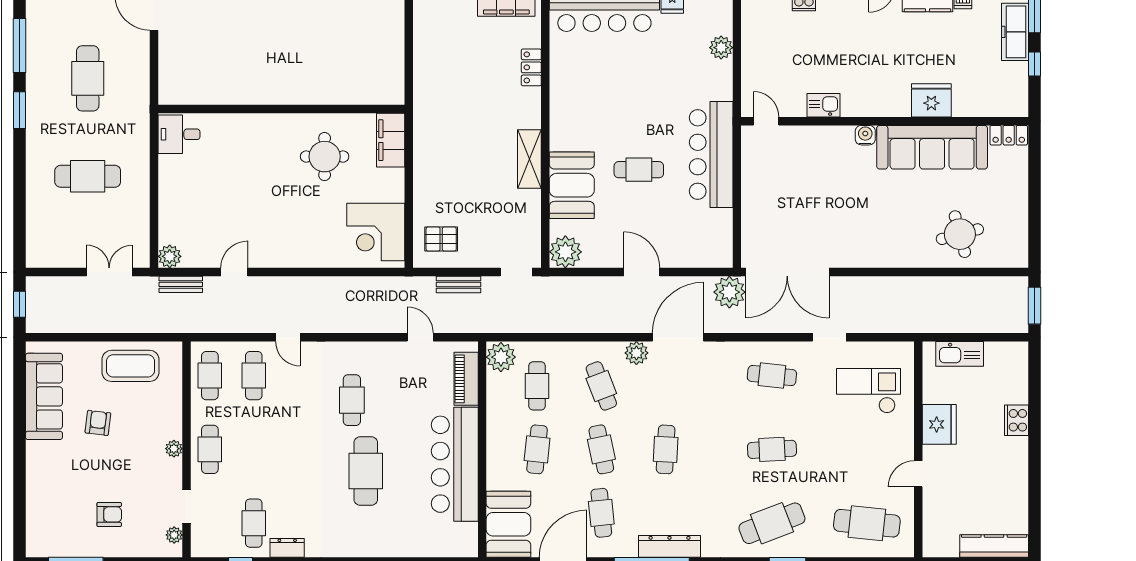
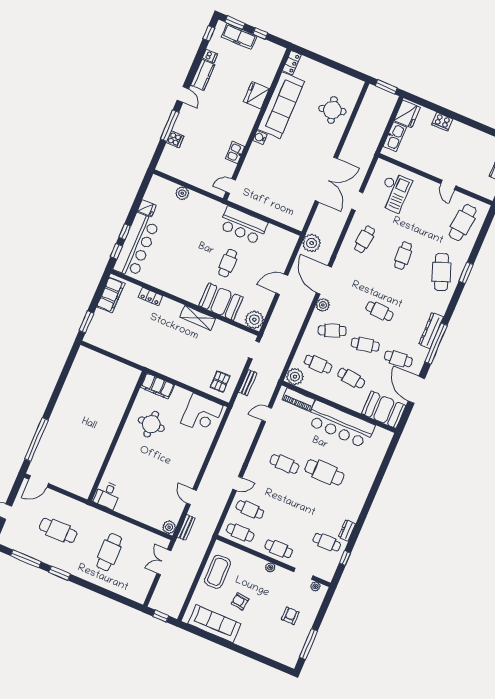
bar counter: (711, 155) -> (243, 225), width x0.73
double door: (787, 272) -> (326, 180), moved
checkout: (869, 391) -> (394, 192), turned 180
fridge: (939, 424) -> (407, 114), moved, turned 90

